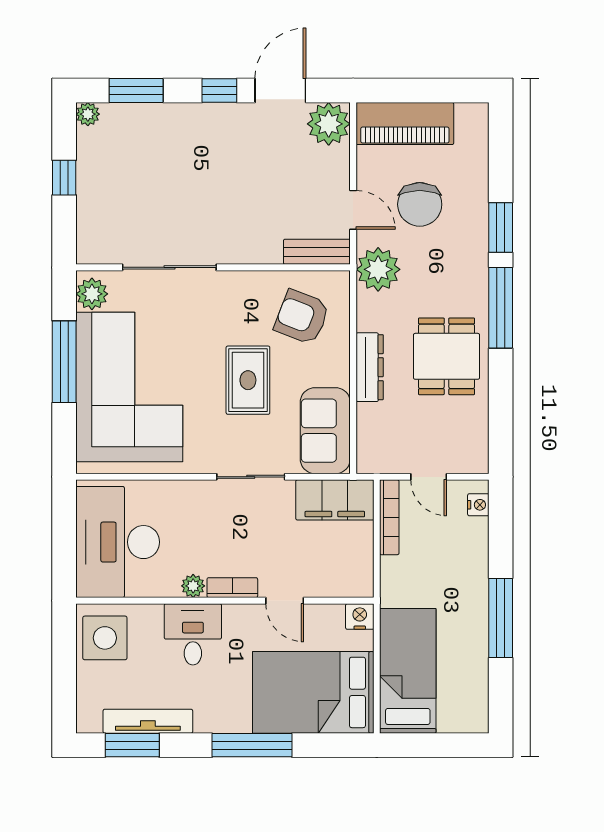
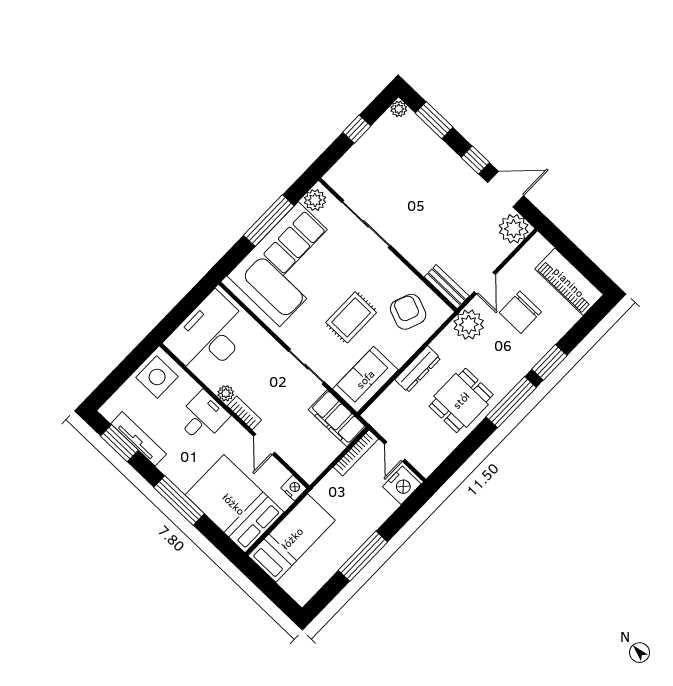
piano: (405, 124) -> (569, 282), moved
nightstand: (478, 505) -> (402, 485), width x1.89, depth x1.79

